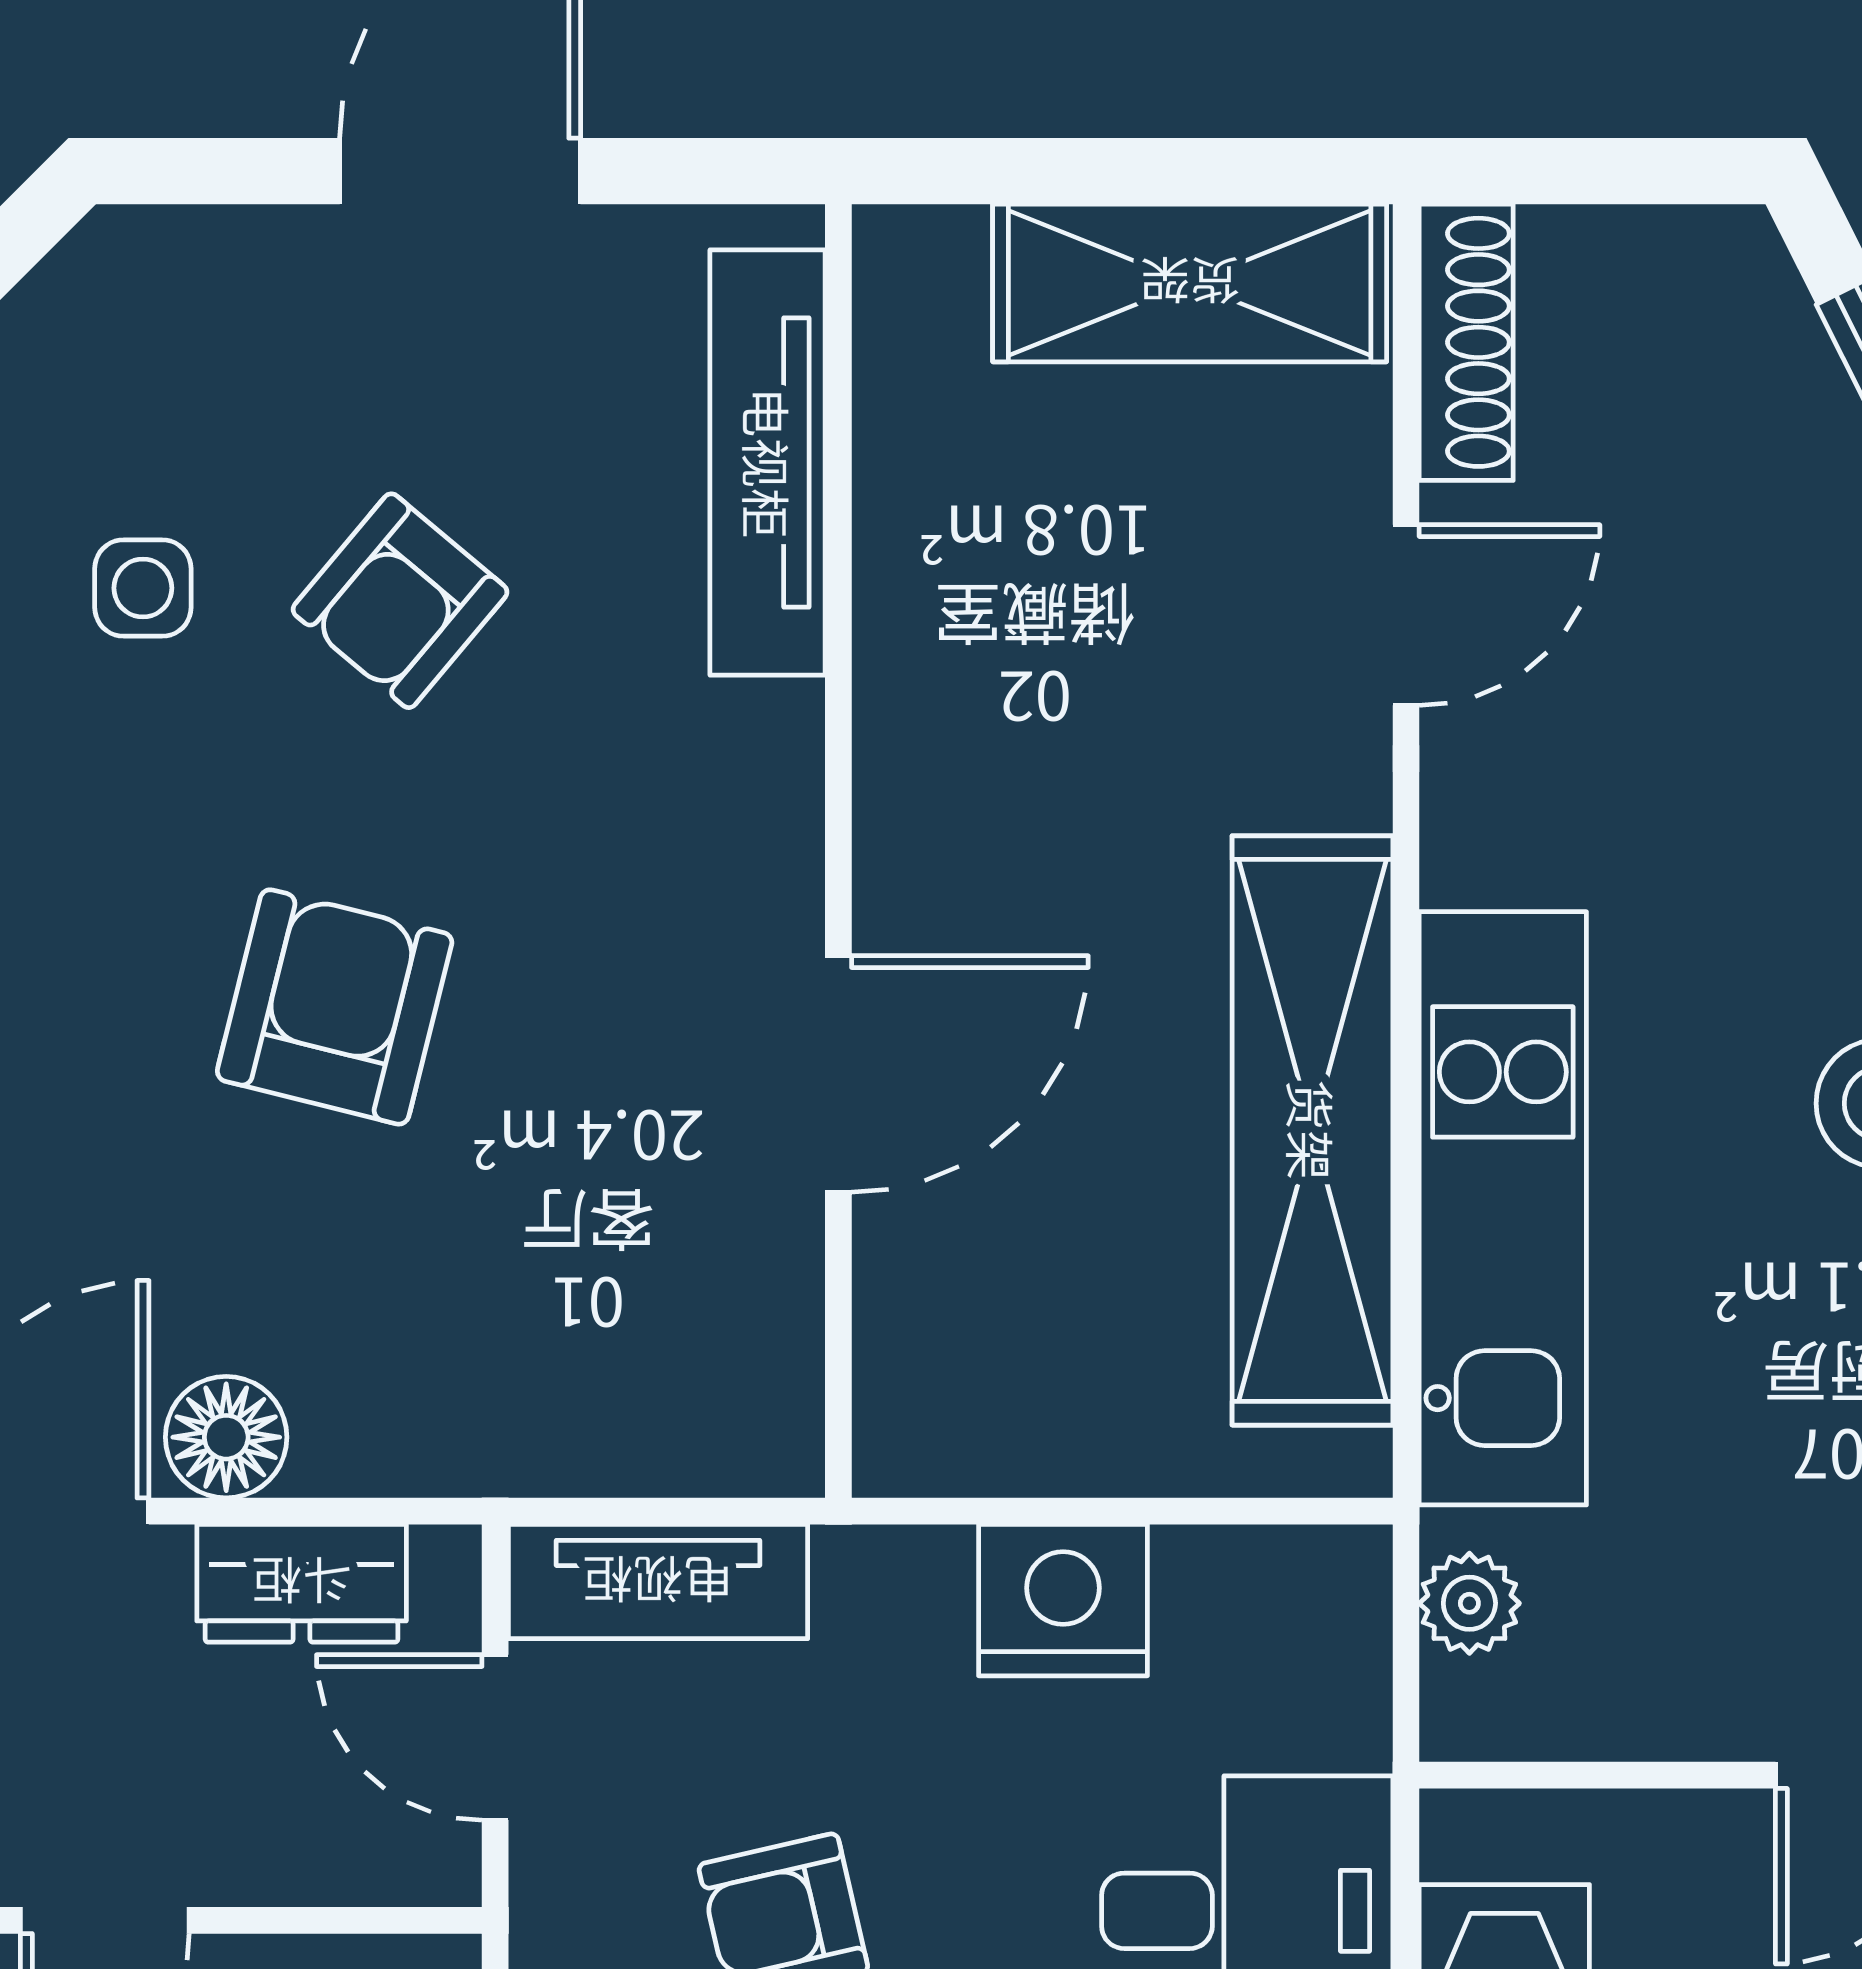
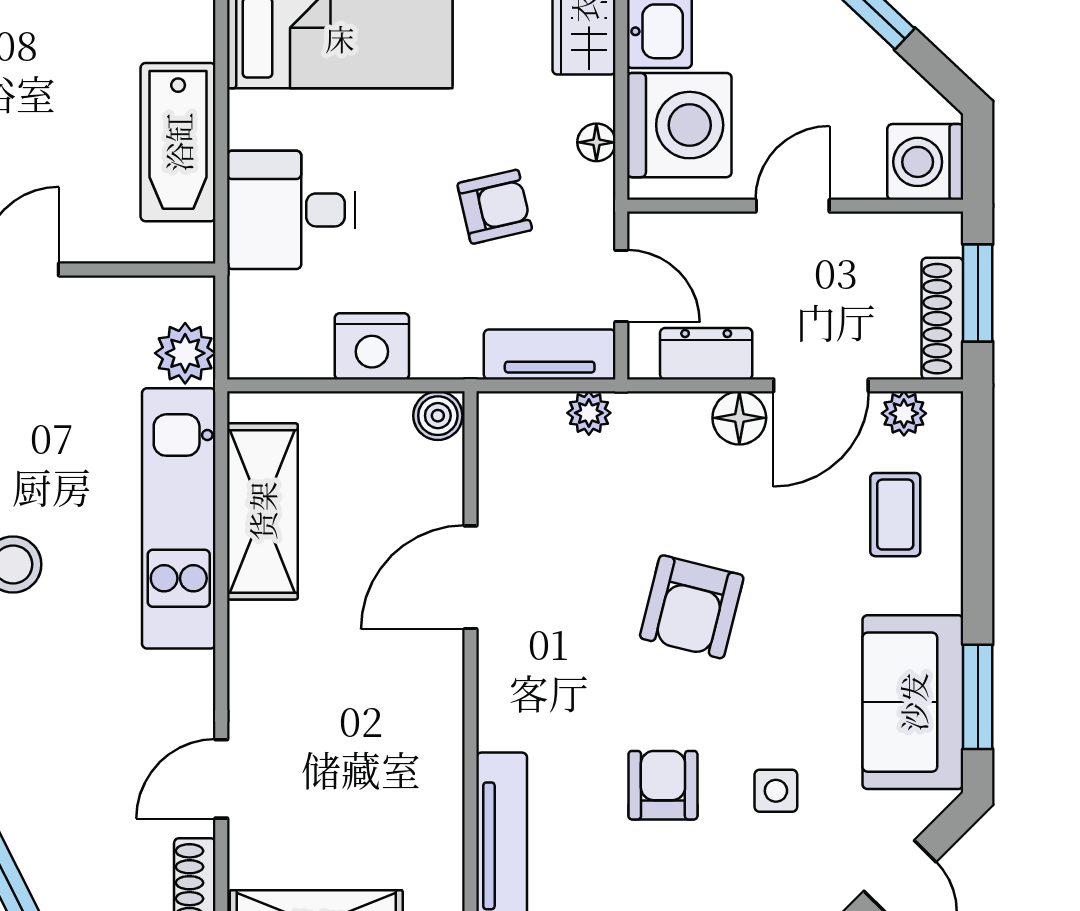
armchair: (400, 601) -> (663, 785), turned -40
shelving: (1312, 1130) -> (262, 511), width x0.68
boiler: (913, 1442) -> (438, 416), added
plant: (569, 1448) -> (589, 413), added
plant: (1469, 1603) -> (185, 353), width x1.38, depth x1.38

